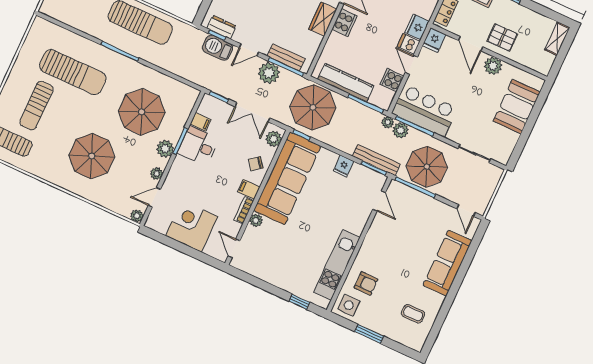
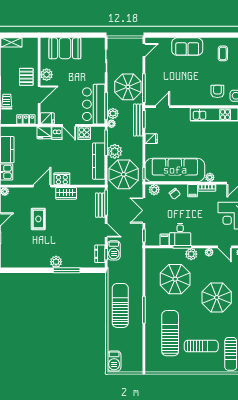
door: (411, 65) -> (69, 125), hinge flipped
plant: (269, 73) -> (115, 151), moved
double door: (252, 112) -> (144, 210), swing flipped
sofa: (447, 263) -> (187, 47), width x0.73

